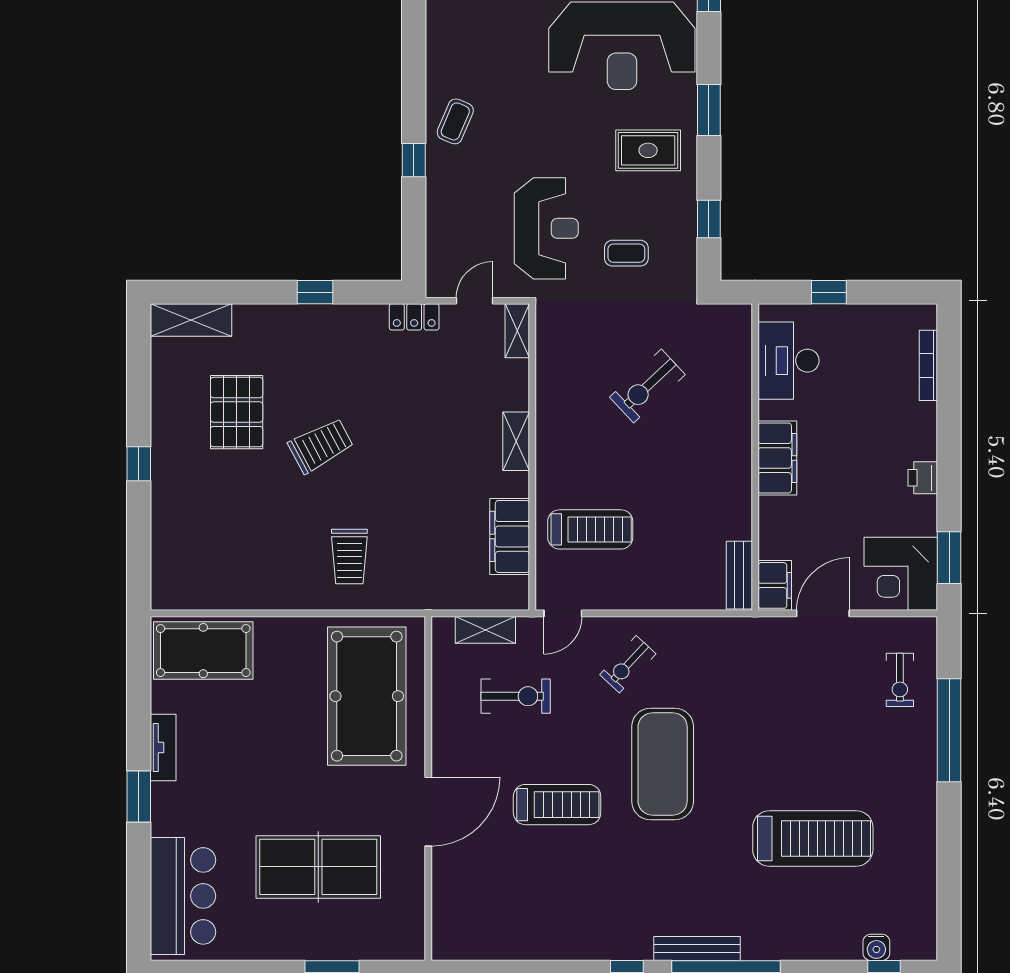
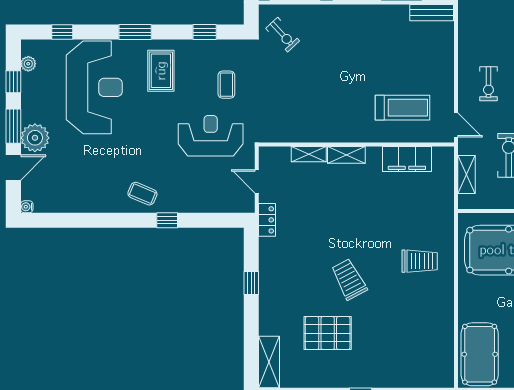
shelving: (517, 331) -> (309, 154), moved
exercise bike: (647, 386) -> (283, 35), moved, width x0.73, depth x0.72
treadmill: (590, 529) -> (402, 108), turned 90
exercise bike: (628, 664) -> (488, 84), turned 47

